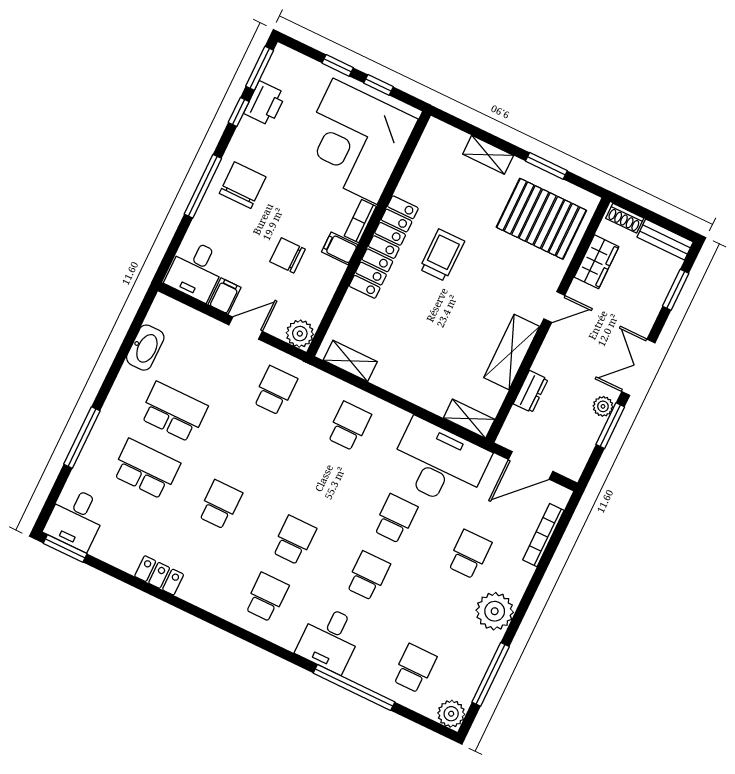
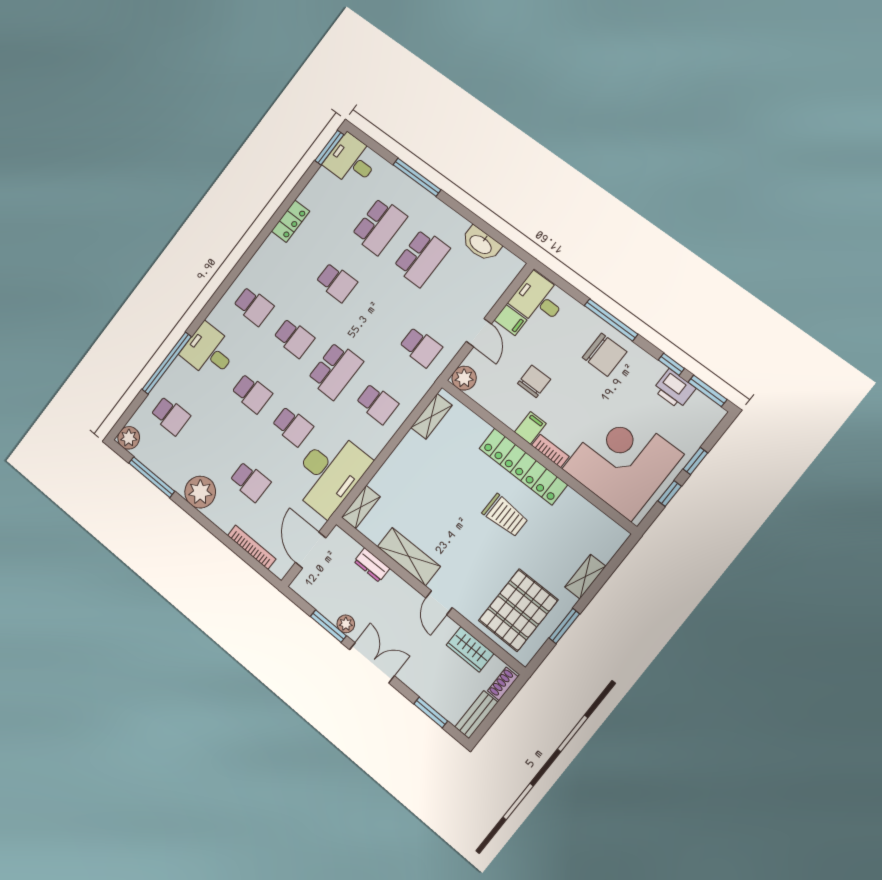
school desk: (321, 483) -> (335, 370), added

